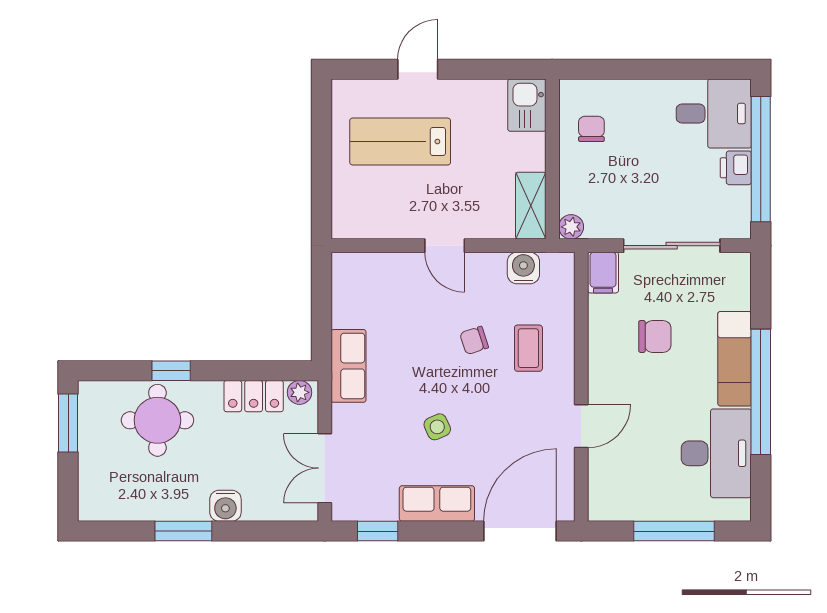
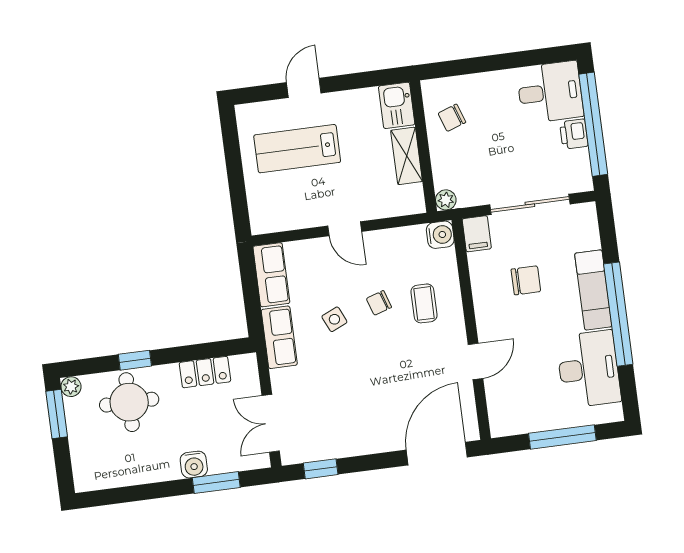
chair: (591, 129) -> (452, 118), turned -109
shelving: (531, 206) -> (407, 156), moved
water cooler: (523, 268) -> (440, 235), moved, turned 90
plant: (300, 392) -> (71, 387), moved
side table: (437, 427) -> (334, 319), moved
row of seats: (437, 503) -> (271, 275), moved, turned 90
window: (183, 531) -> (216, 483), moved

